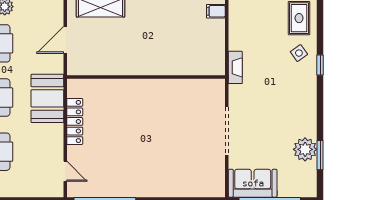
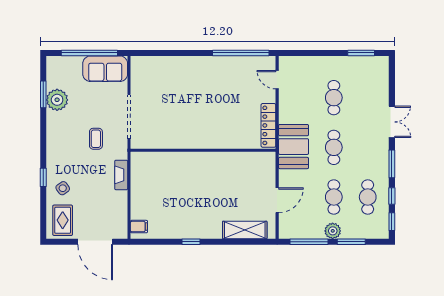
wall: (146, 77) -> (203, 150), moved
coffee table: (263, 107) -> (96, 139), added

